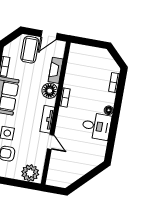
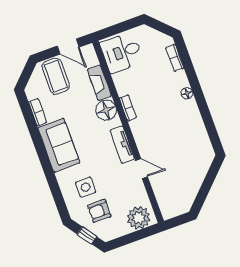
door: (49, 35) -> (68, 47), hinge flipped
desk: (96, 126) -> (122, 52), moved, turned 180

